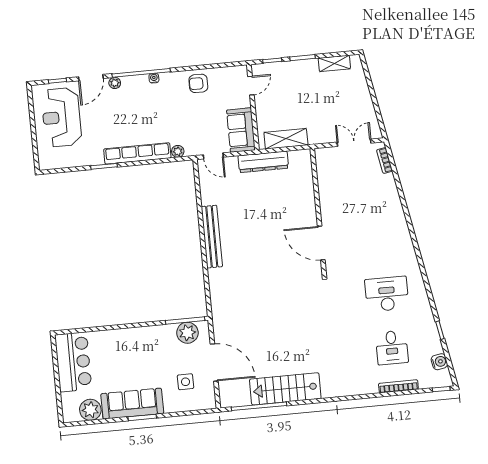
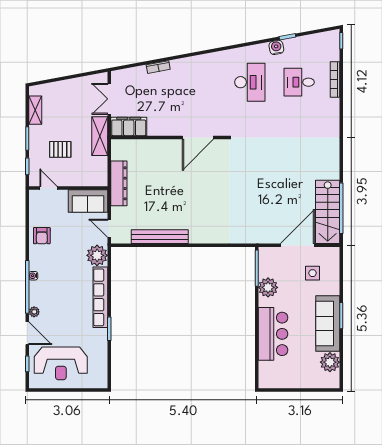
pallet: (294, 95) -> (60, 149), added
shelving: (286, 139) -> (100, 136), moved
plant: (178, 151) -> (97, 255), width x1.87, depth x1.87
door: (213, 156) -> (109, 228), swing flipped
bookcase: (385, 160) -> (158, 67), moved
filing cabinet: (326, 167) -> (129, 127), added
bench: (212, 237) -> (160, 237), moved
desk: (387, 294) -> (250, 82), turned 180
plant: (187, 333) -> (268, 287), moved
desk: (392, 348) -> (299, 82), turned 180
bar counter: (73, 362) -> (273, 334), moved, turned 90
water cooler: (439, 362) -> (276, 47), moved
stairs: (285, 389) -> (328, 212), moved

